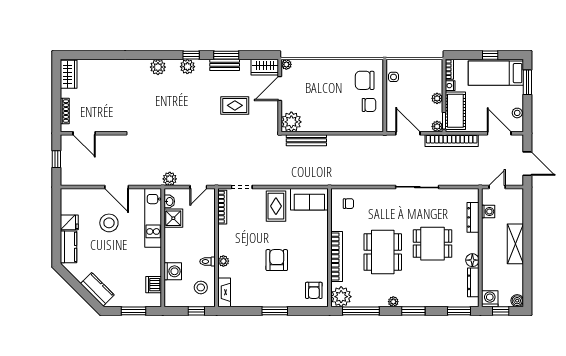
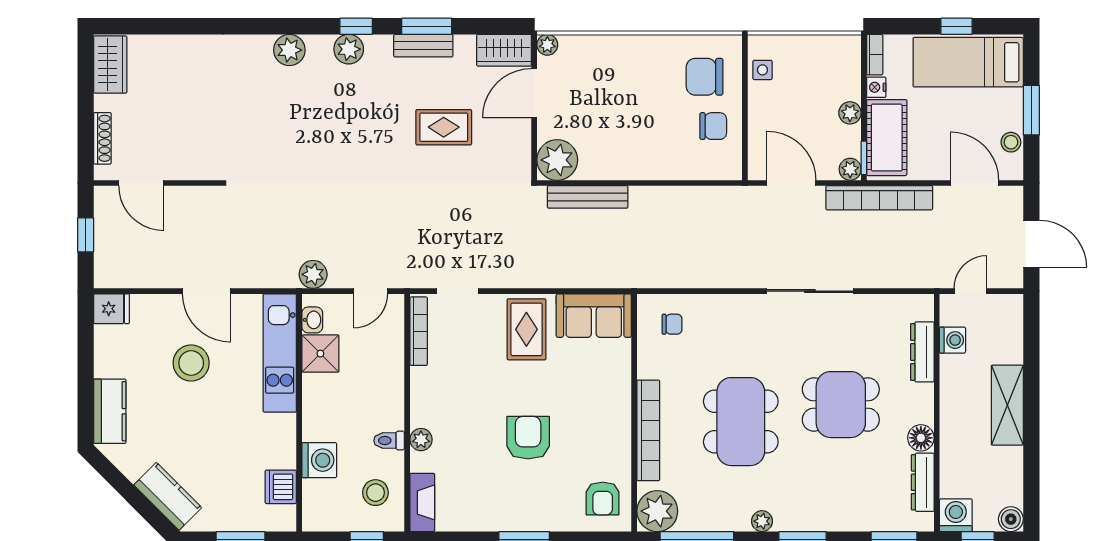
window: (527, 82) -> (1031, 110), moved
fridge: (69, 222) -> (112, 309), moved

